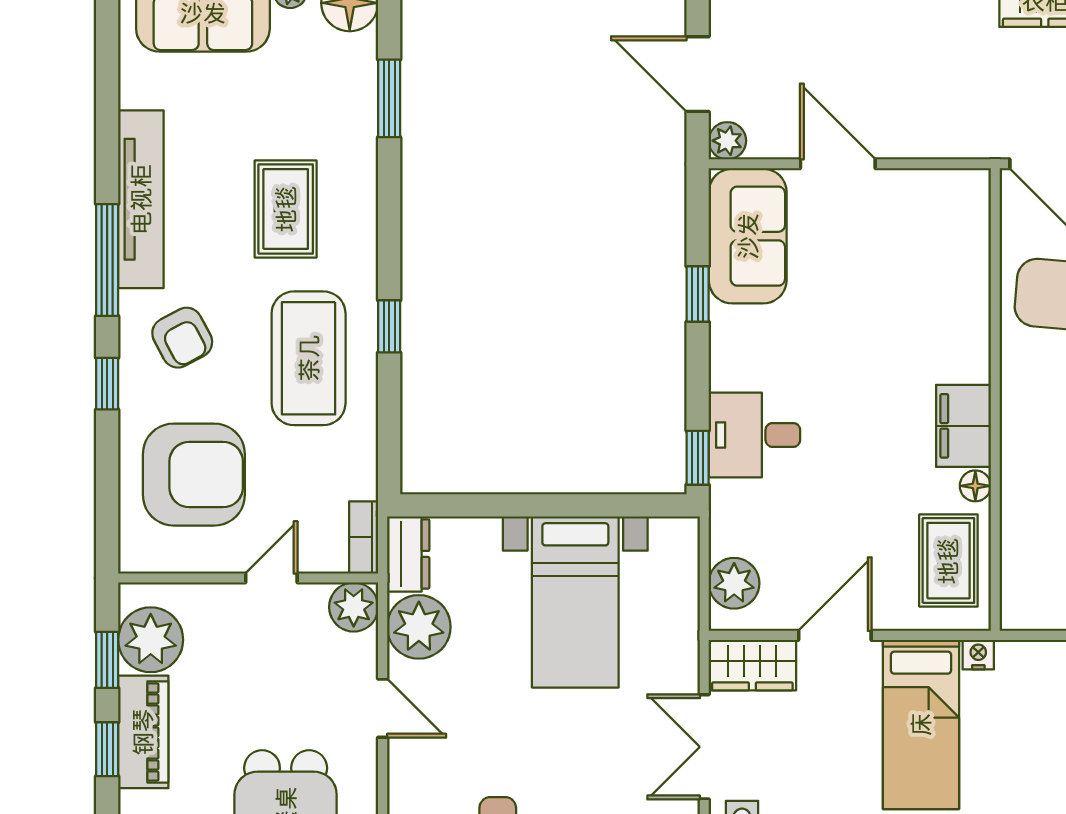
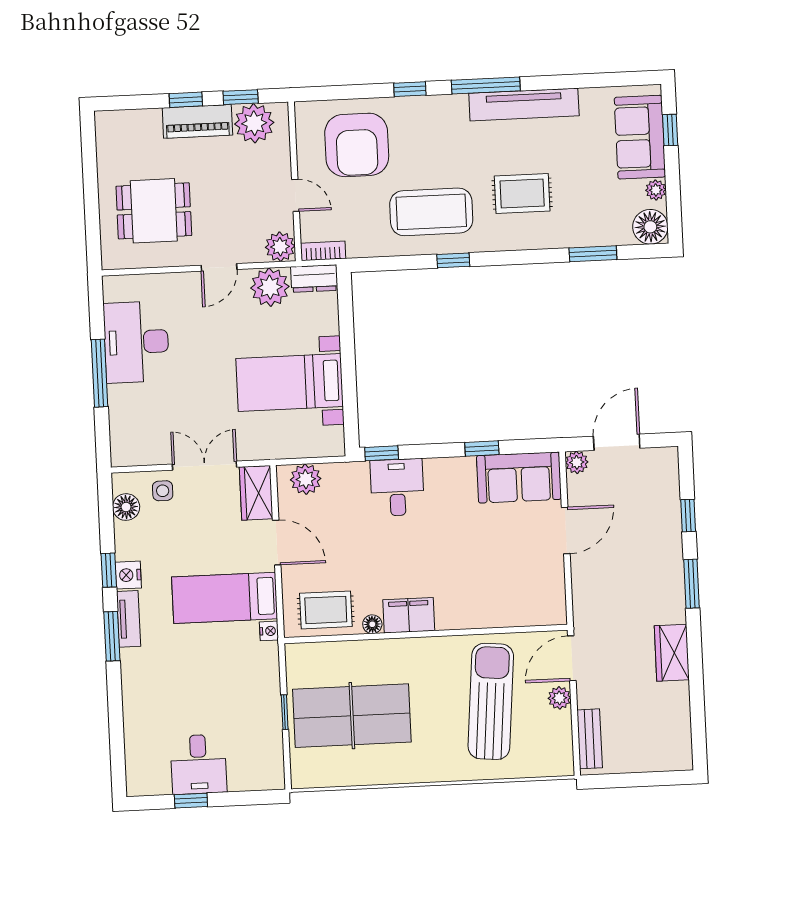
armchair: (182, 338) -> (440, 134), removed

